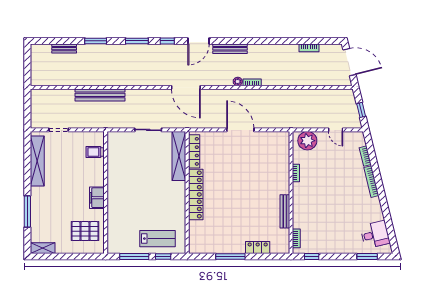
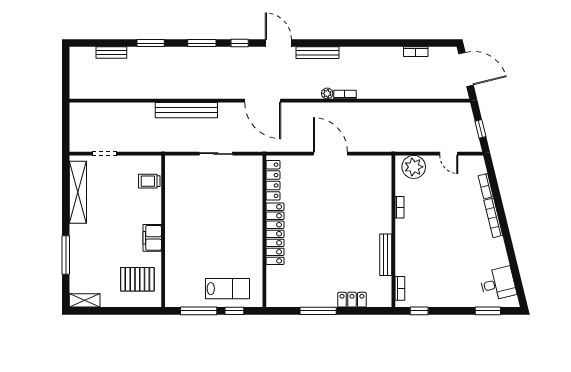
door: (198, 41) -> (278, 43), swing flipped
bench: (100, 95) -> (186, 110), moved
shelving: (179, 156) -> (254, 186), removed

